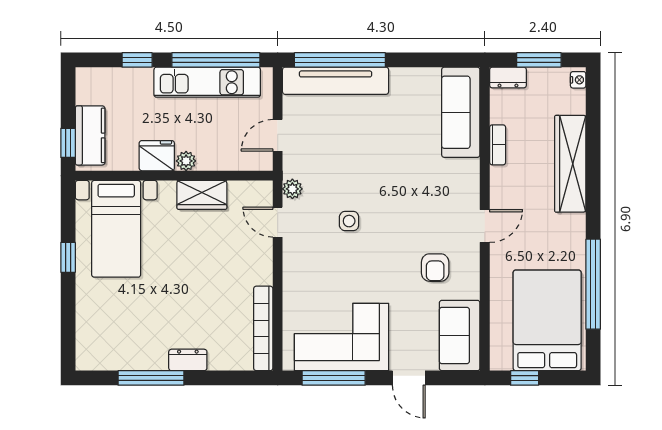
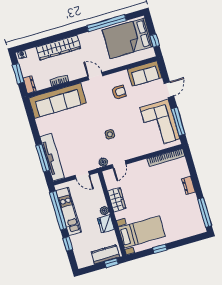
window: (340, 60) -> (43, 158), width x0.68
sofa: (461, 112) -> (58, 101), width x1.36, depth x1.27
window: (151, 378) -> (205, 213), moved

